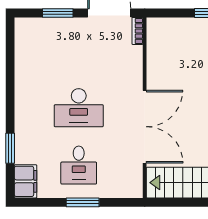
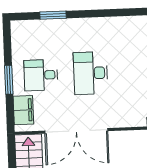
filing cabinet: (26, 181) -> (23, 110), moved, turned -90

